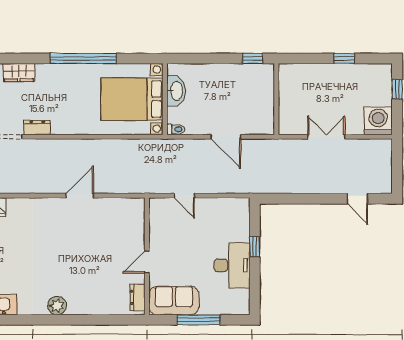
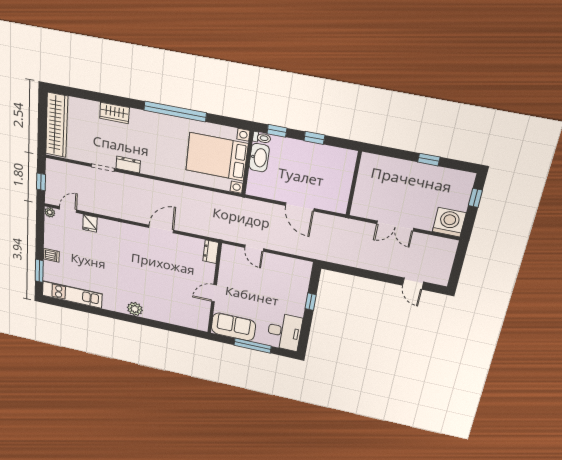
window: (190, 59) -> (277, 131), added
window: (253, 59) -> (314, 138), moved
toilet: (176, 129) -> (262, 138), moved
double door: (326, 137) -> (395, 226), swing flipped
desk: (232, 265) -> (284, 332), moved
dresser: (138, 297) -> (211, 252), moved

